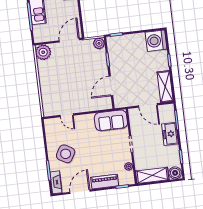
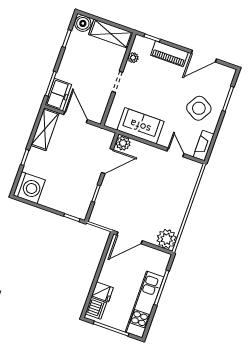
plant: (99, 43) -> (123, 143), moved
sofa: (111, 120) -> (140, 126), moved
freezer: (170, 134) -> (58, 95), moved
fireplace: (56, 182) -> (204, 146), moved

